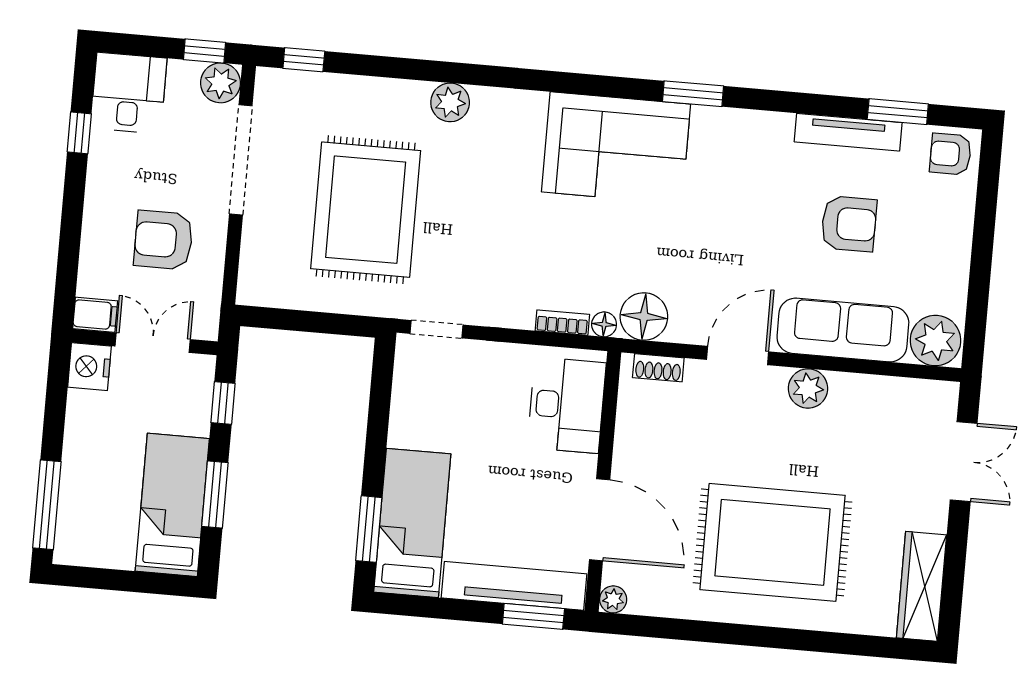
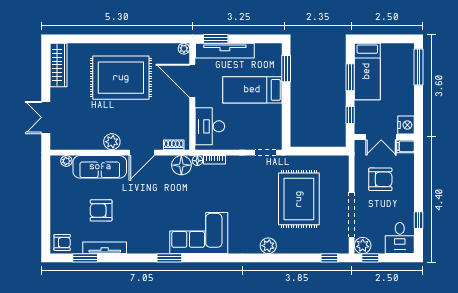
plant: (935, 341) -> (66, 161), width x0.53, depth x0.53
bed: (412, 523) -> (252, 90), moved, turned 90

